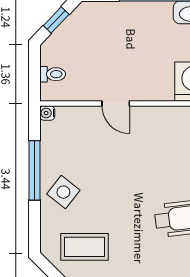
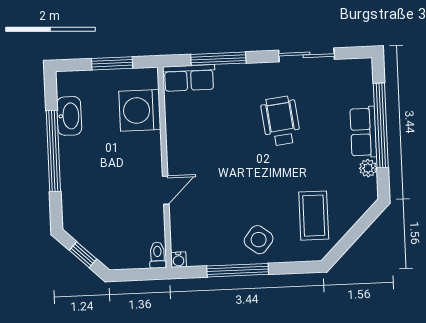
toilet: (53, 74) -> (157, 255), moved

